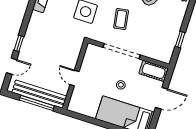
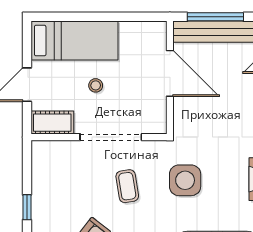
window: (180, 39) -> (27, 207), moved
door: (74, 78) -> (170, 73), width x1.88

